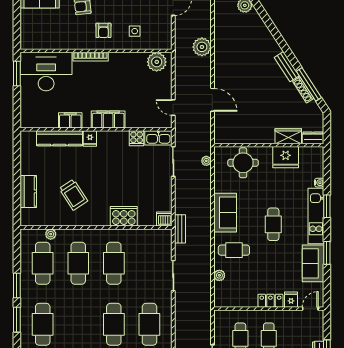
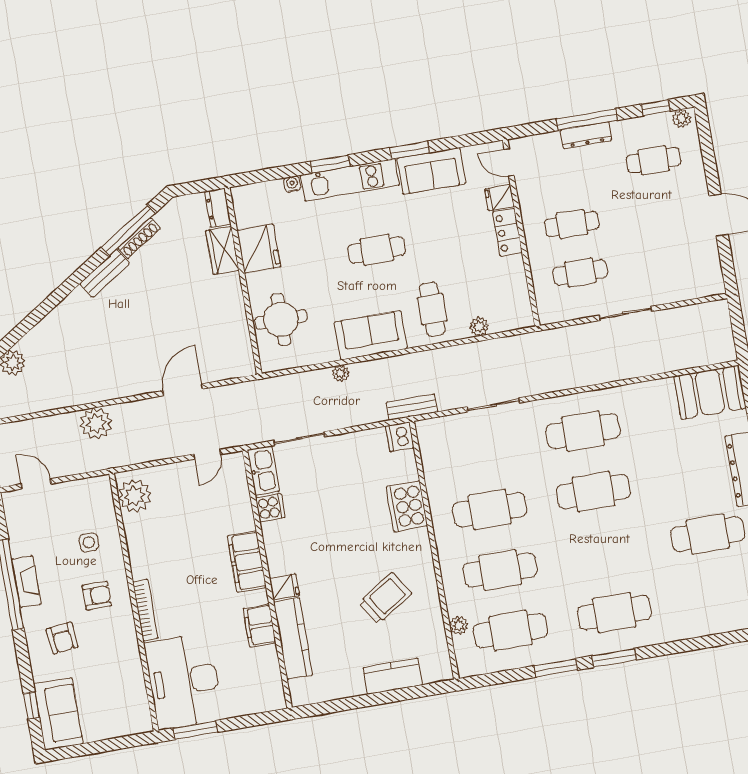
plant: (206, 161) -> (341, 373), moved

